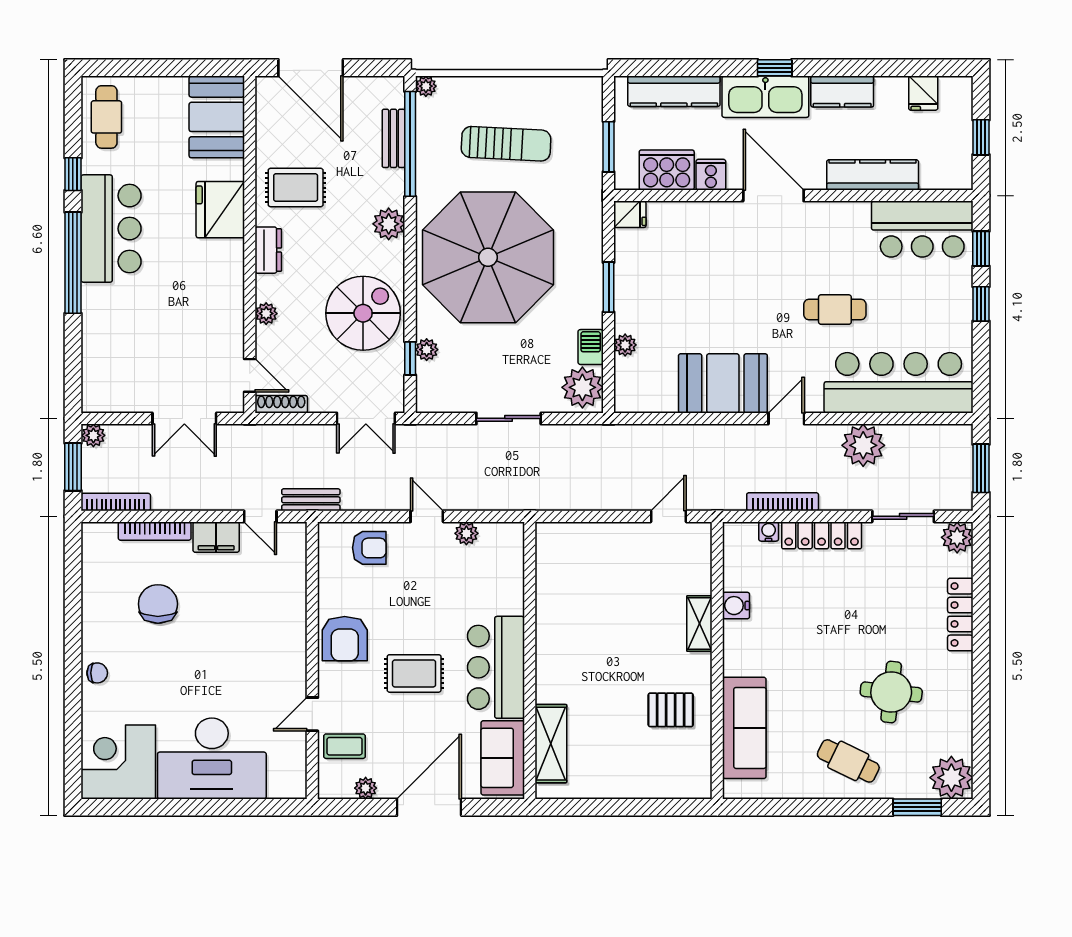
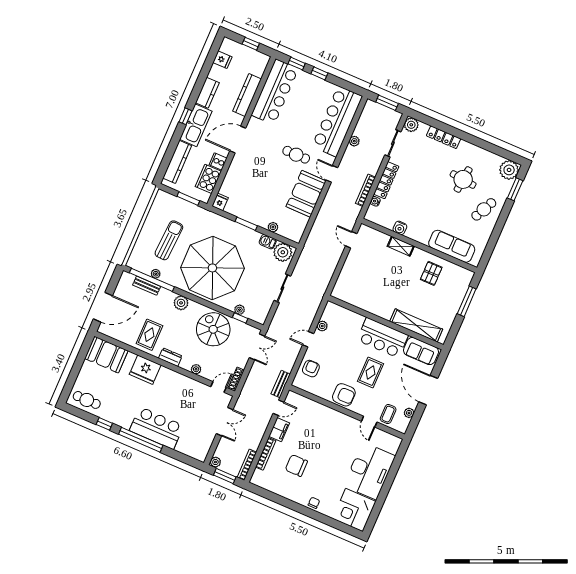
plant: (426, 86) -> (156, 274), moved
bar counter: (111, 229) -> (157, 428), moved
bar counter: (922, 229) -> (275, 92), width x1.36
cafe table: (835, 310) -> (296, 155), moved, turned 90
plant: (863, 445) -> (354, 141), width x0.53, depth x0.53
shelving: (551, 744) -> (416, 325), width x1.47
window: (645, 807) -> (467, 301), added

